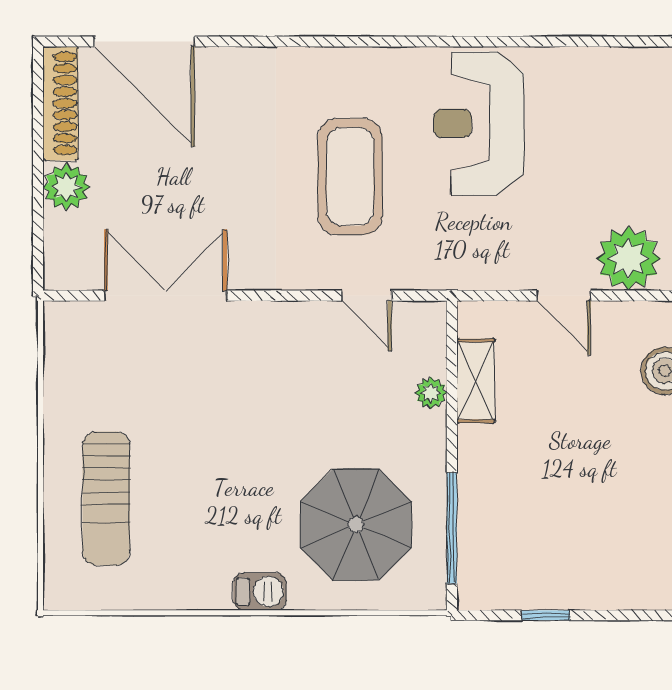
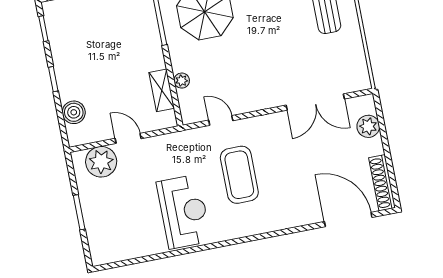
plant: (66, 187) -> (368, 126), moved

